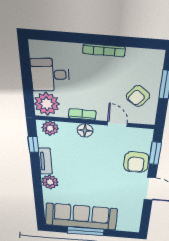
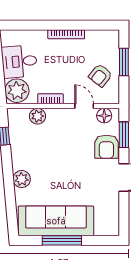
plant: (50, 128) -> (38, 116), moved
floor lamp: (85, 130) -> (104, 116), moved
tv unit: (45, 161) -> (17, 154), removed

